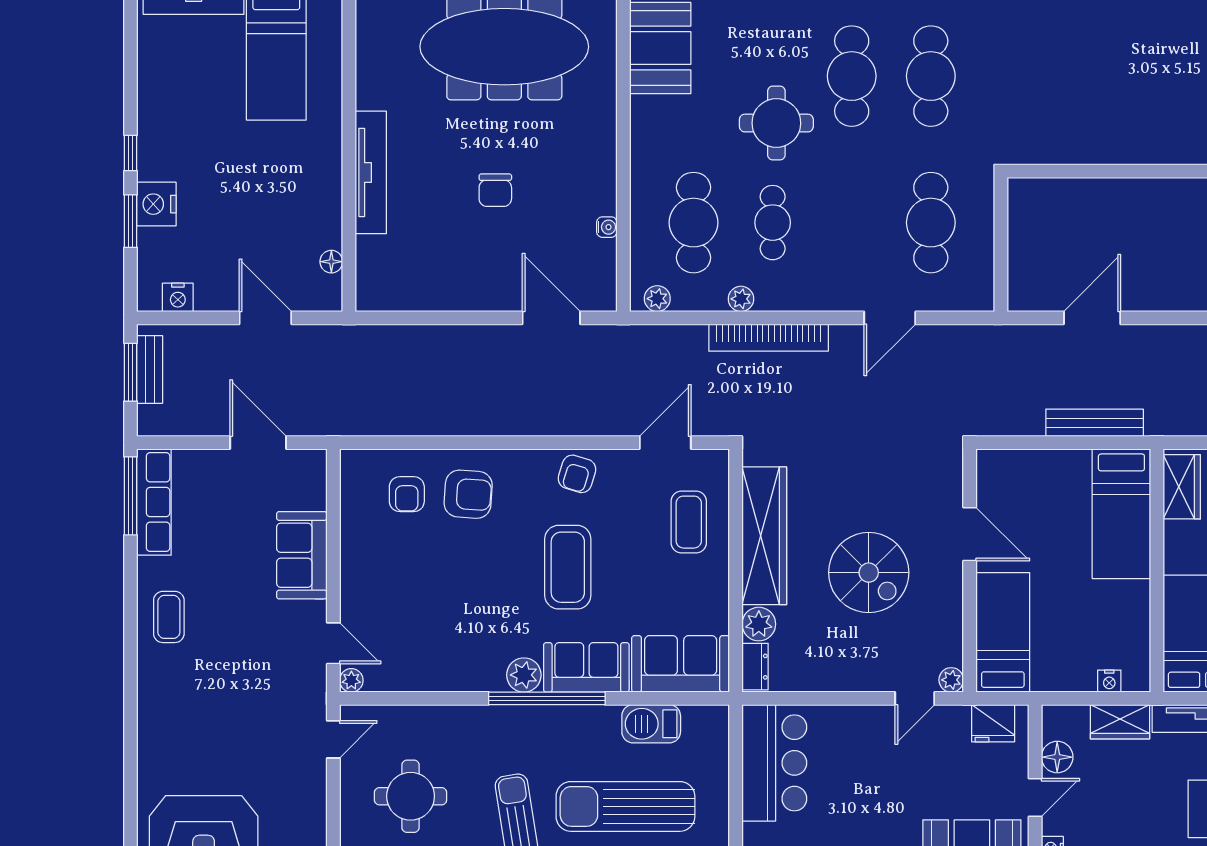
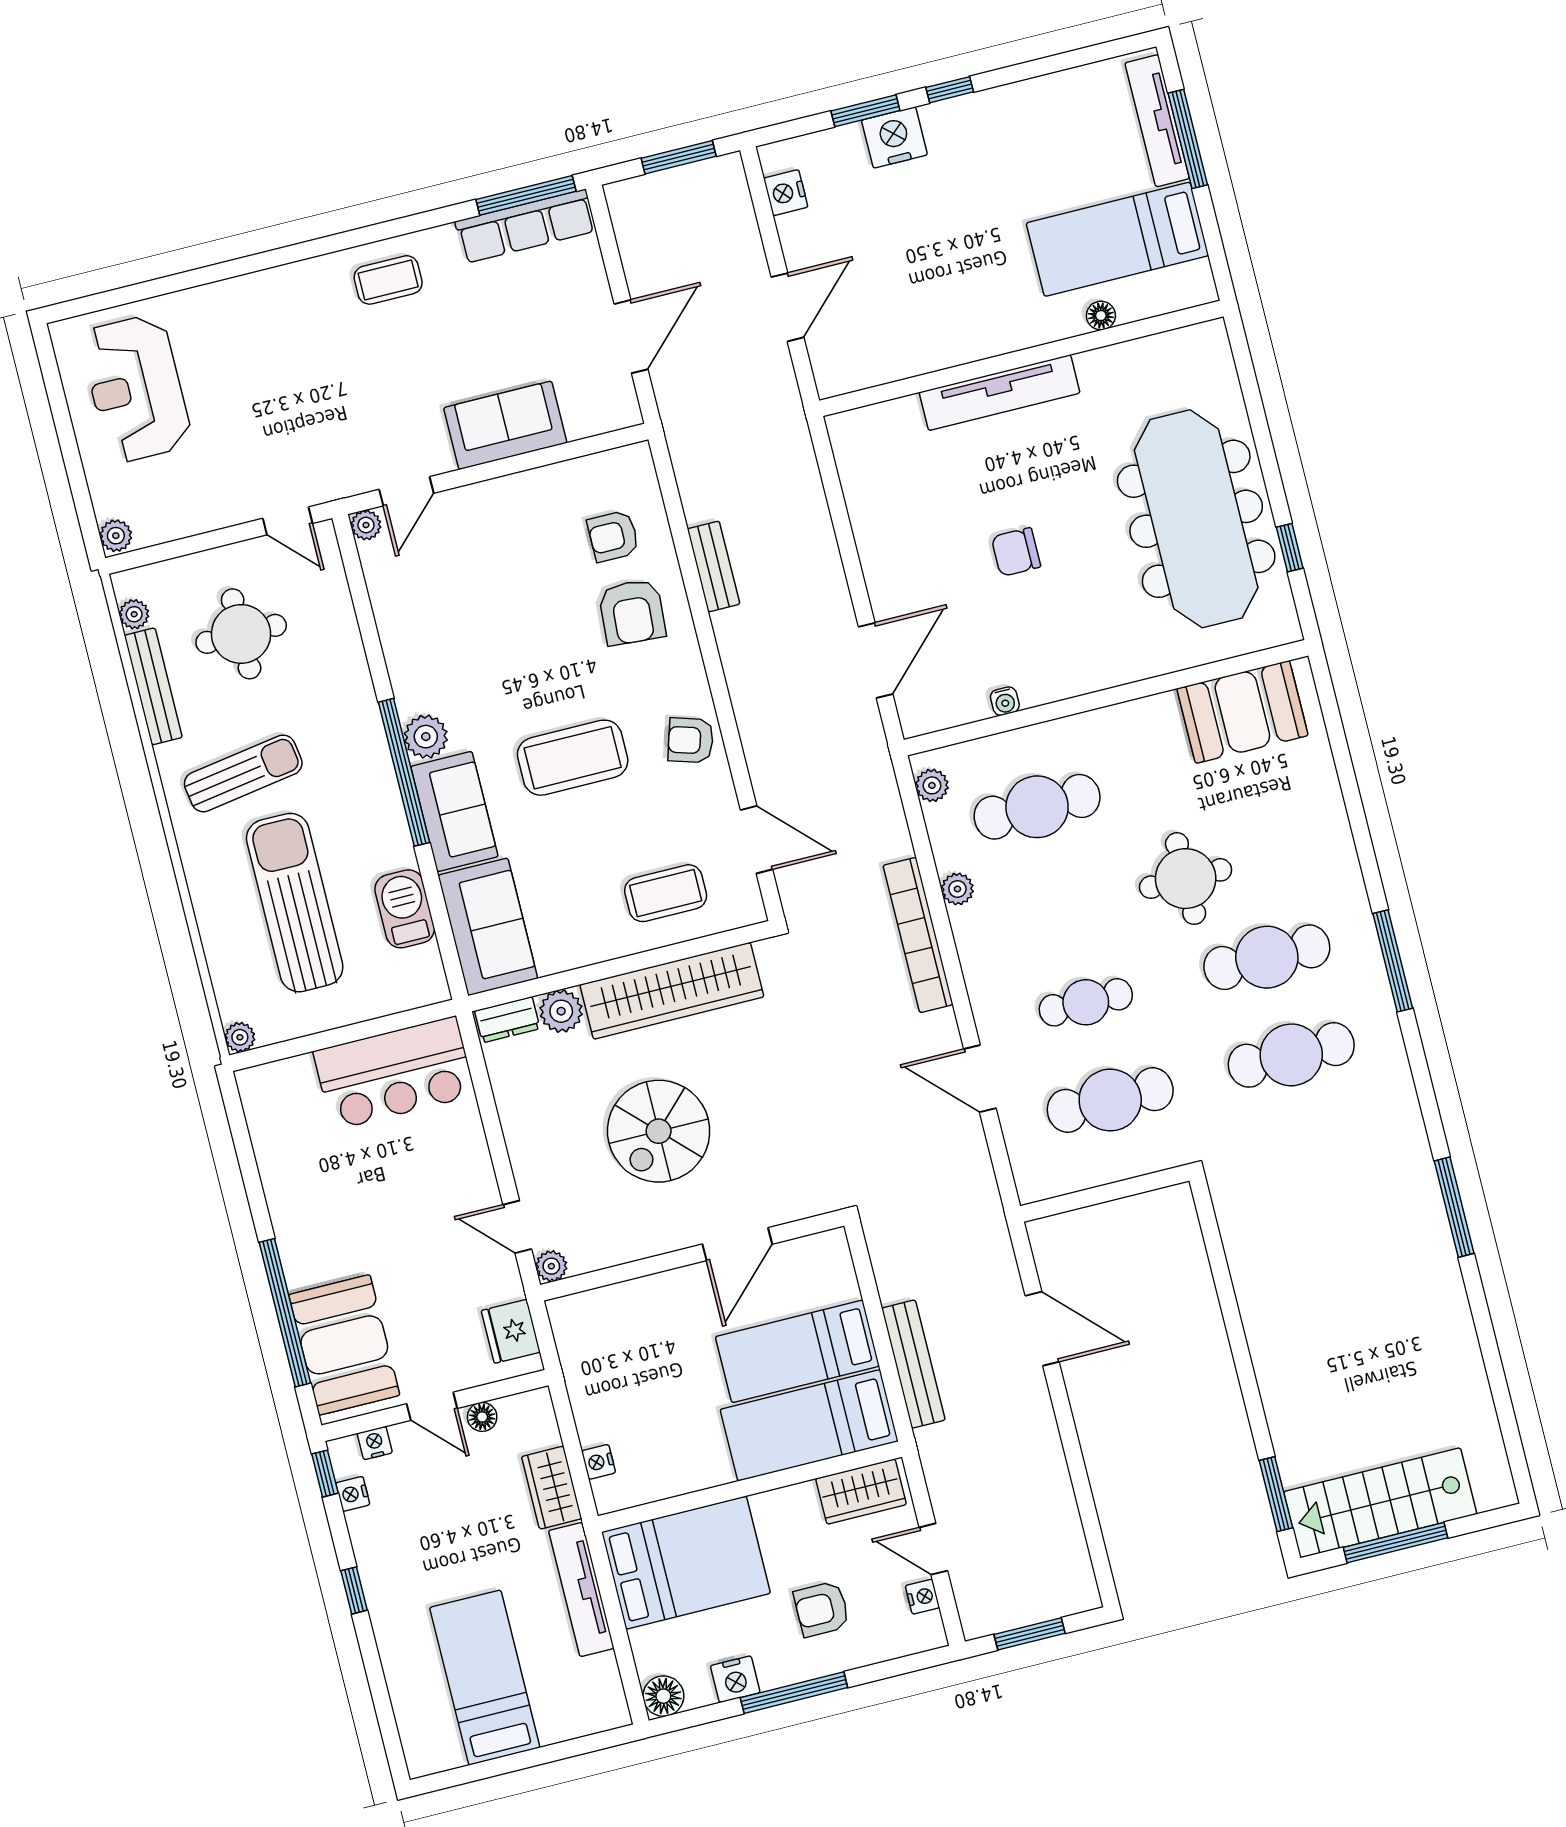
cafe table: (773, 223) -> (1086, 1002), moved
floor lamp: (331, 262) -> (1101, 316), moved
bench: (150, 369) -> (714, 566), moved, turned 90
bed: (1003, 632) -> (797, 1351), moved, turned 180
floor lamp: (1057, 757) -> (482, 1417), width x0.73, depth x0.73

